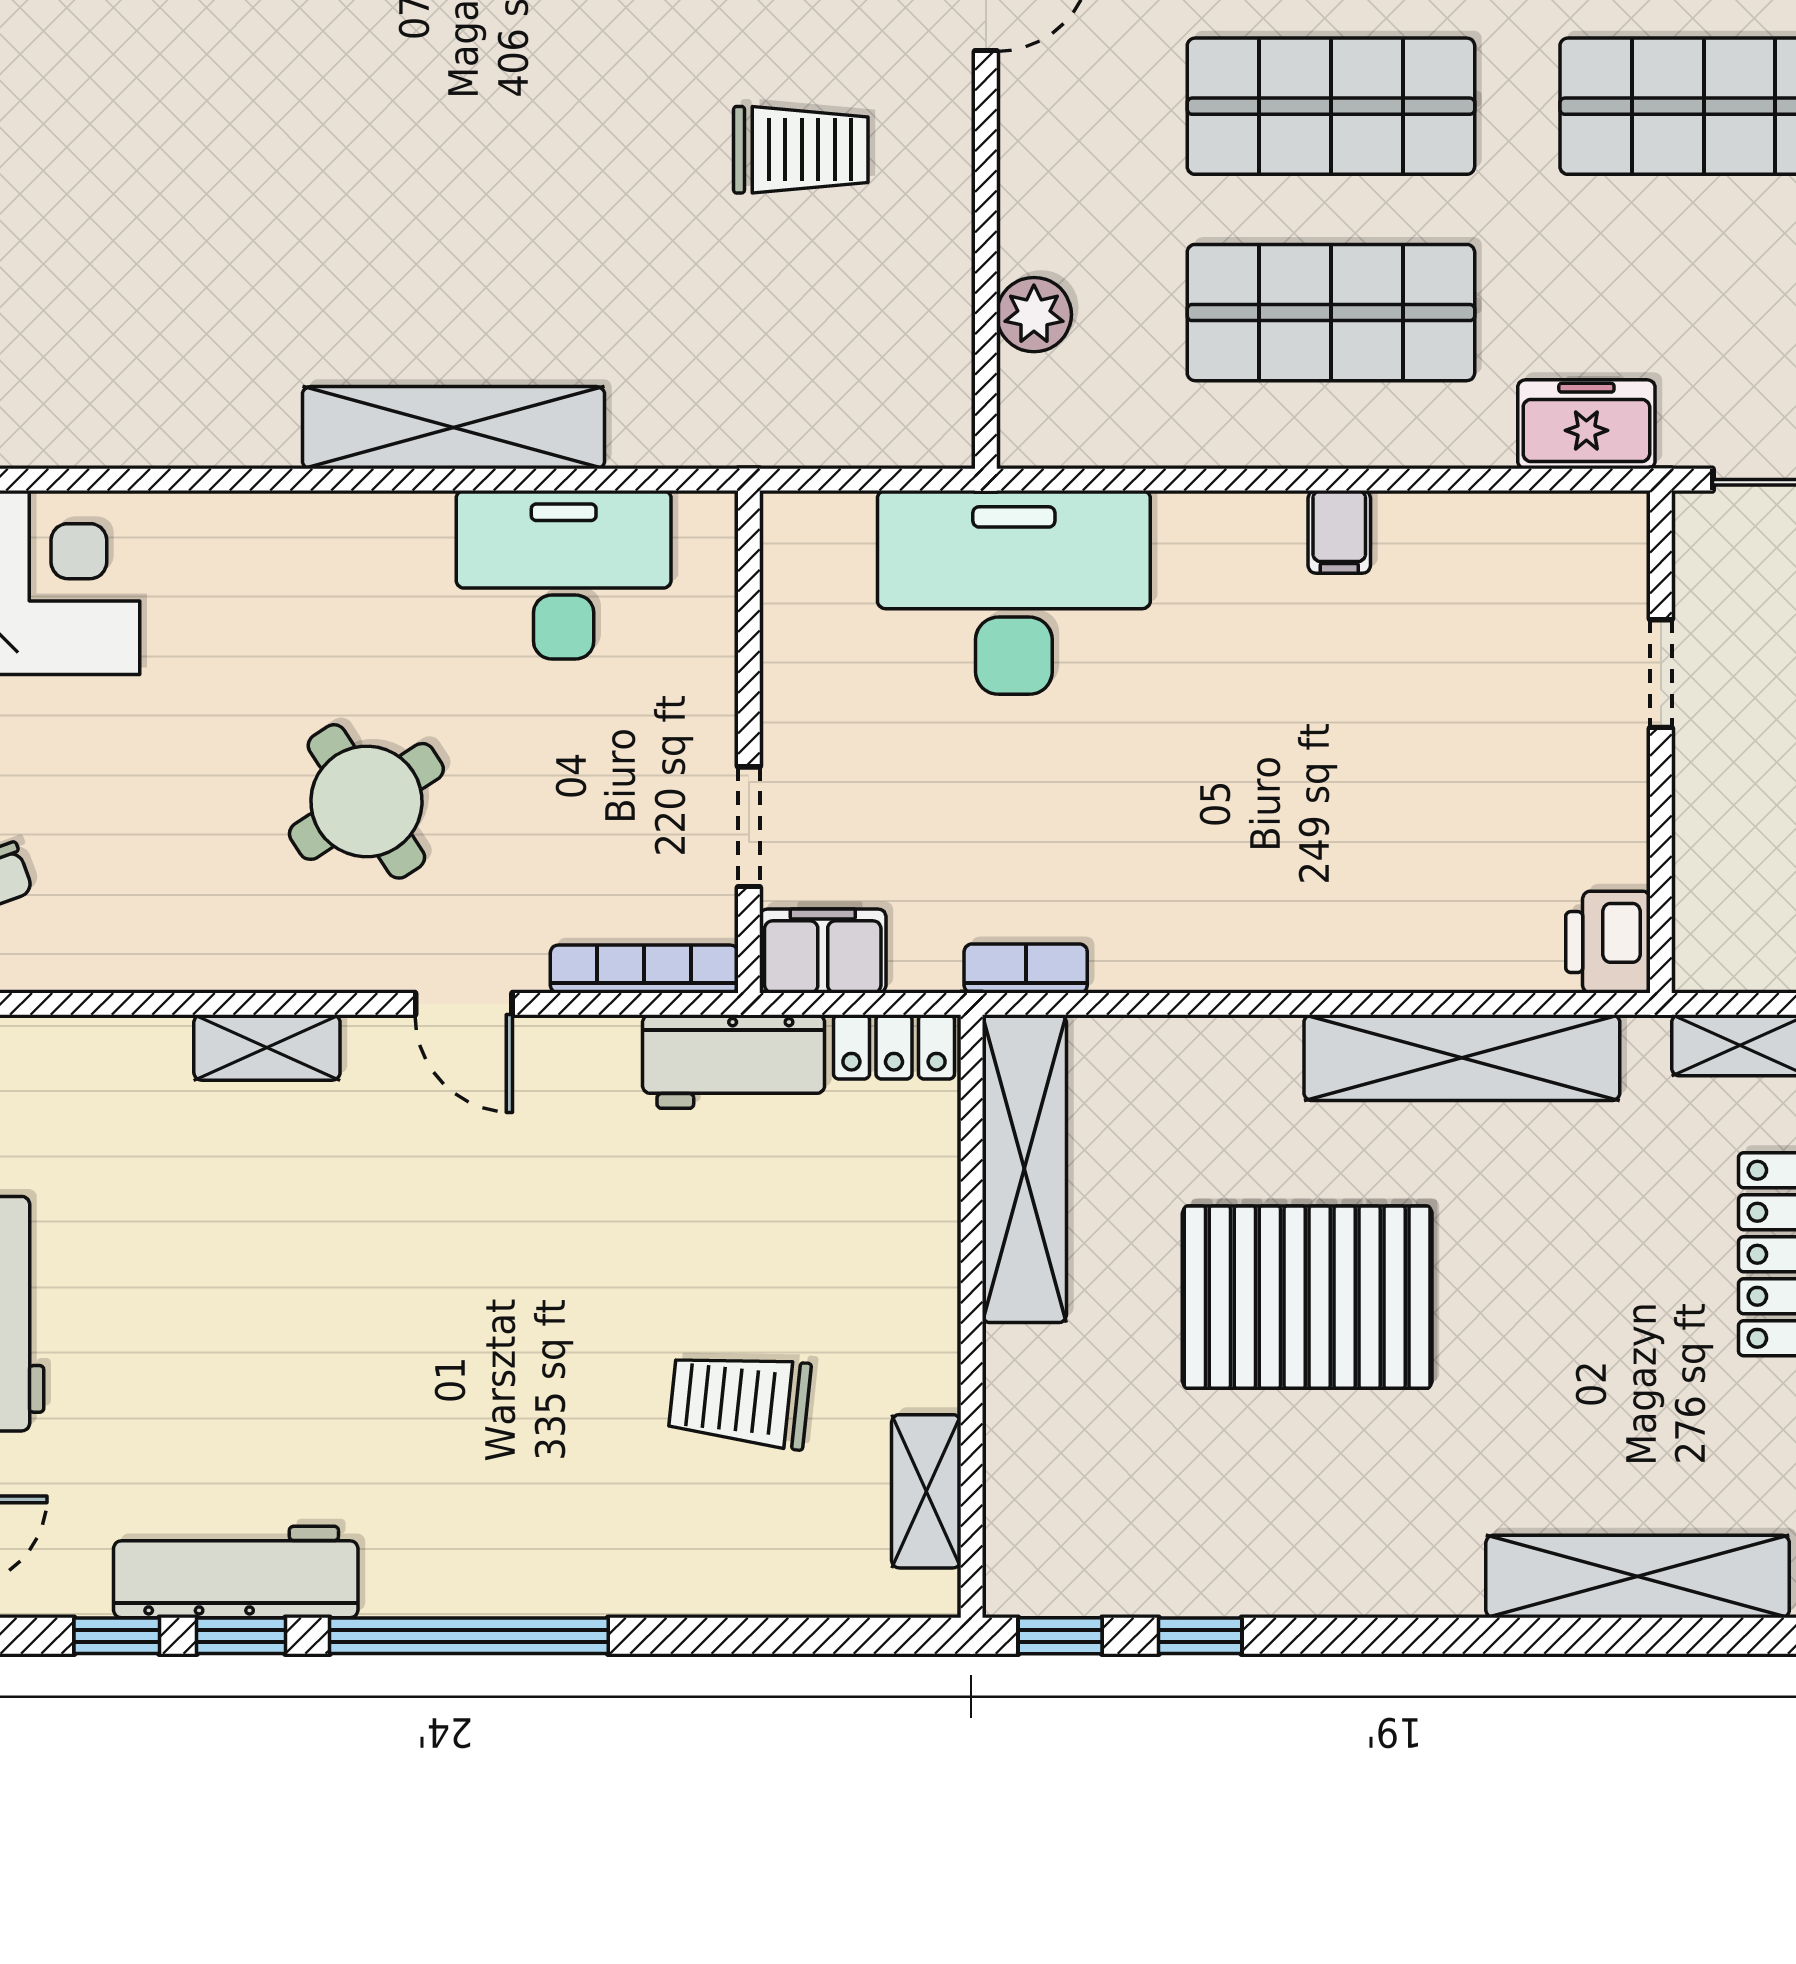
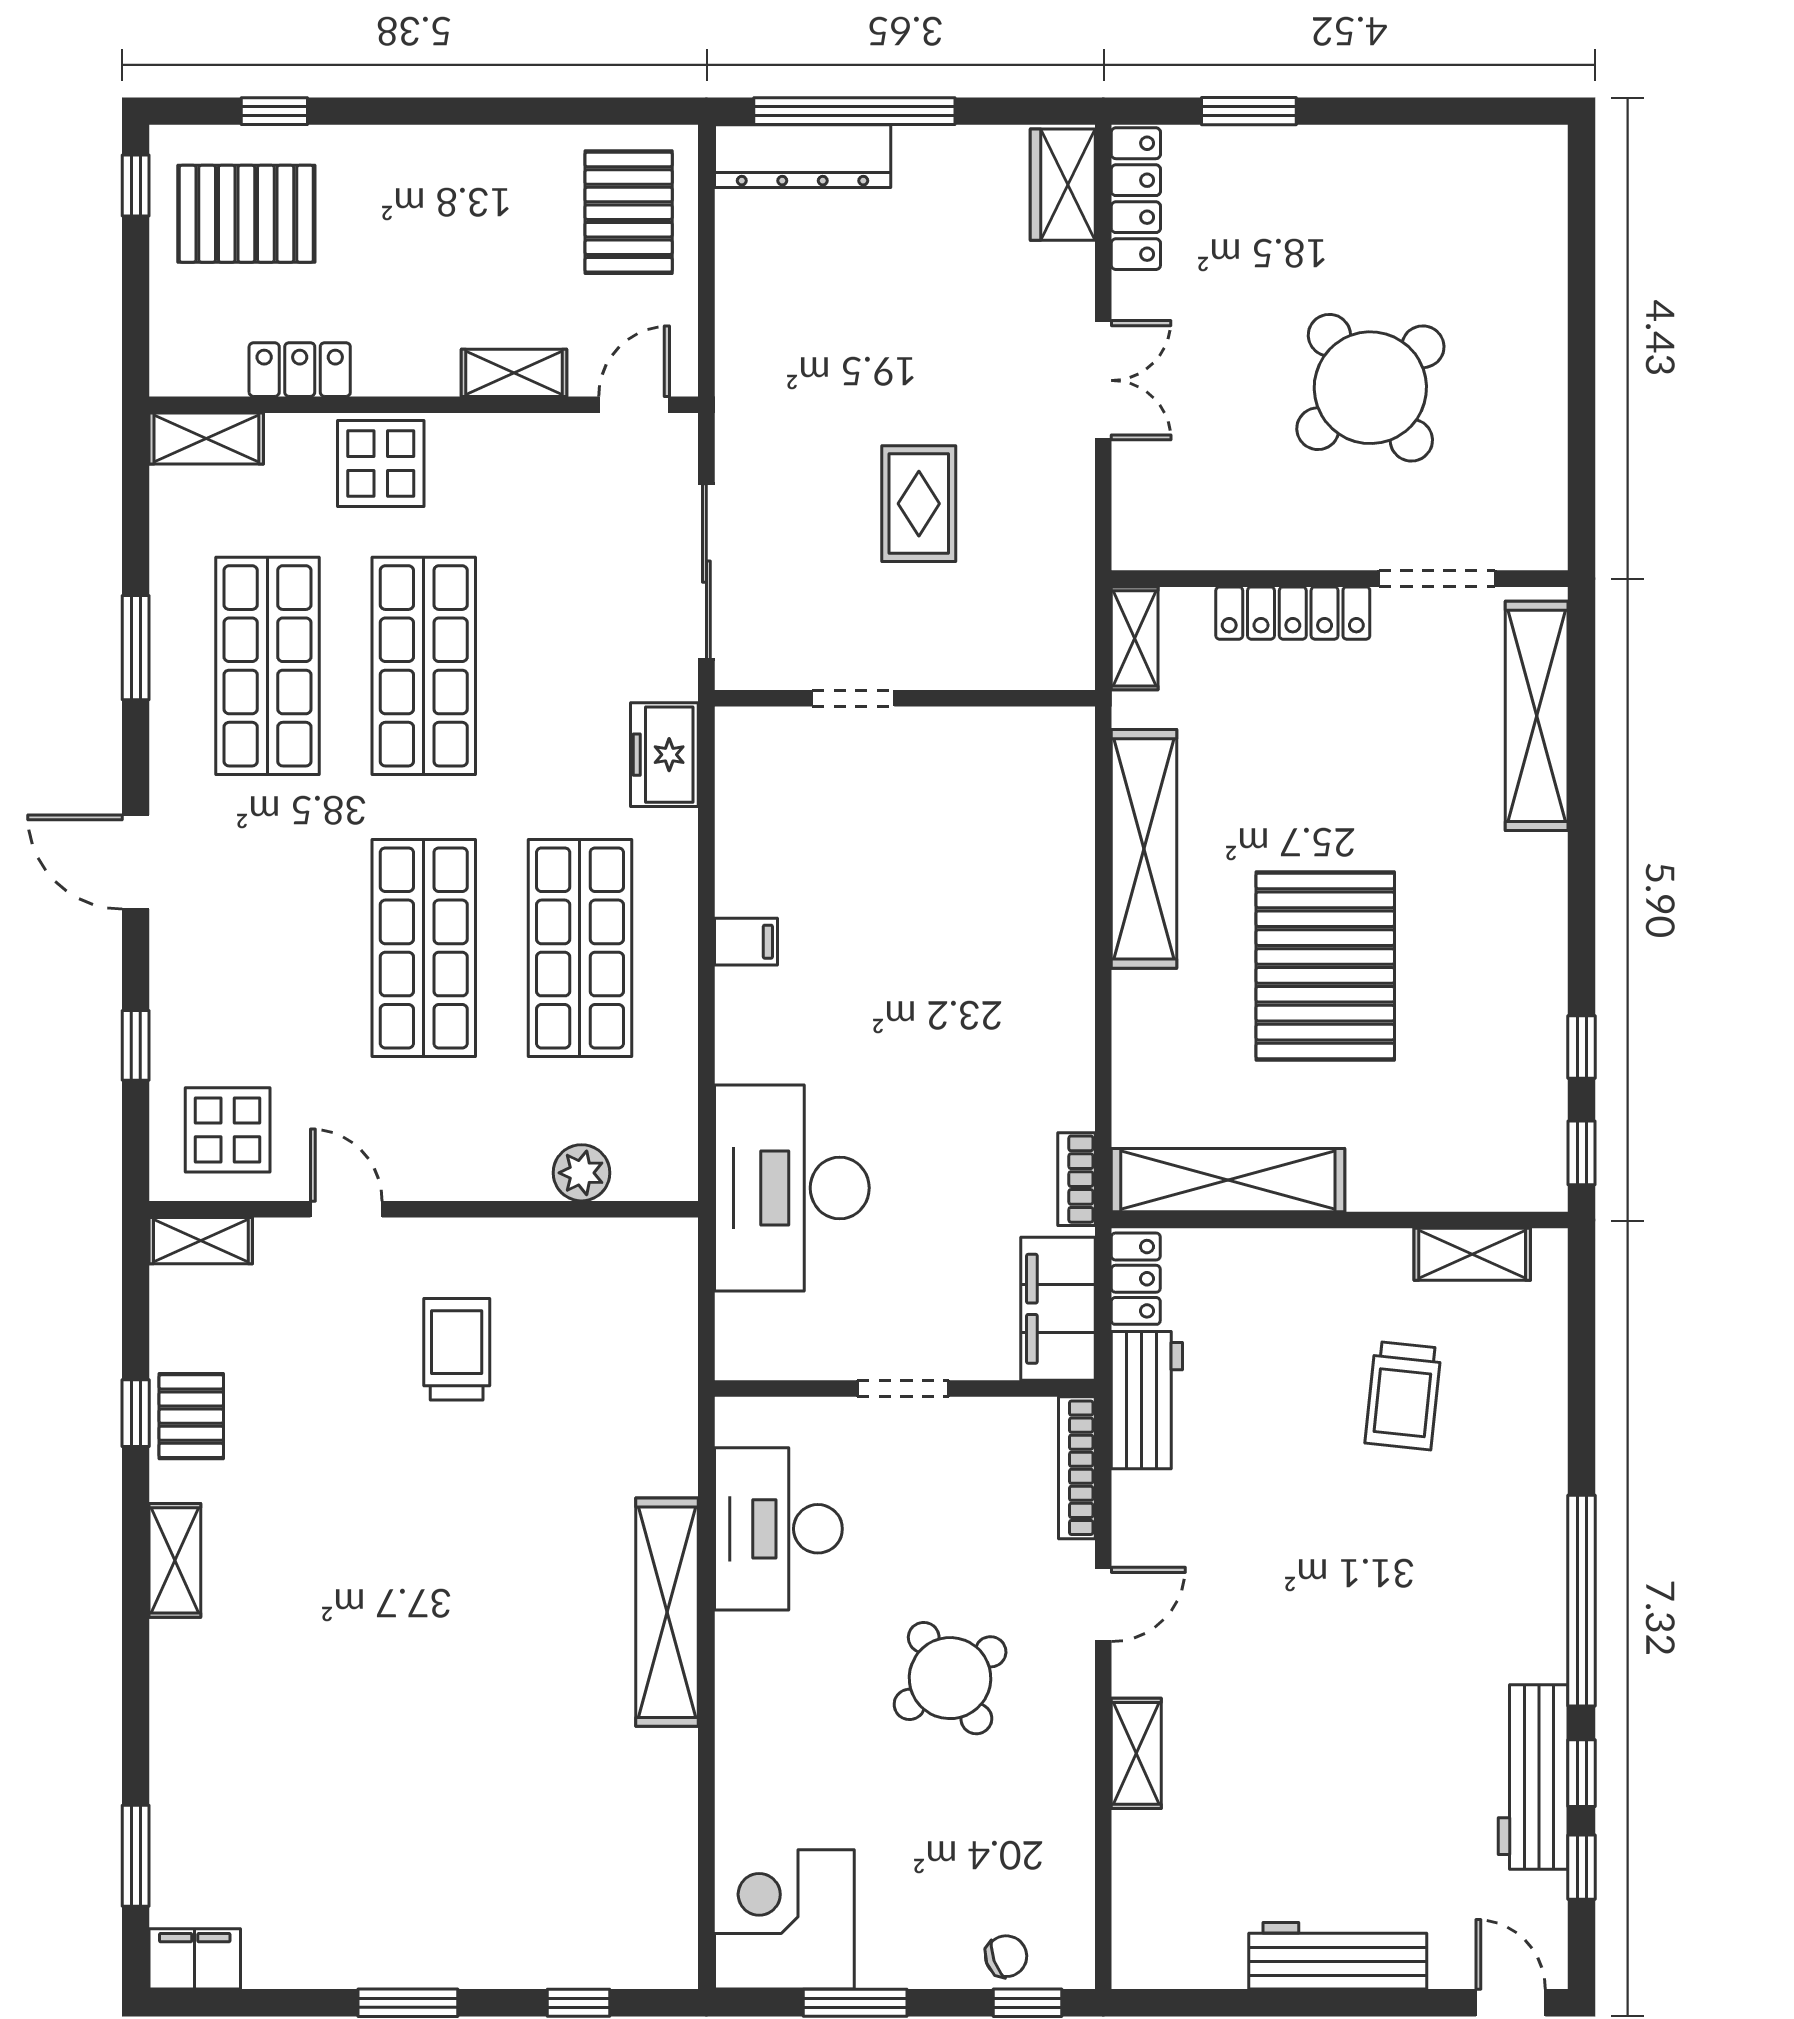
doorway: (749, 827) -> (903, 1389), moved
printer: (1608, 942) -> (1056, 738), removed
filing cabinet: (823, 951) -> (1058, 1309), width x1.50, depth x1.17

